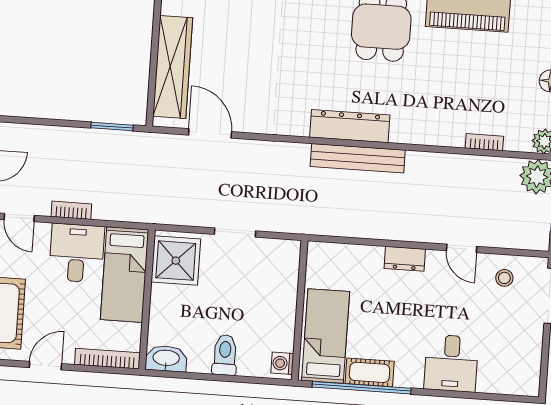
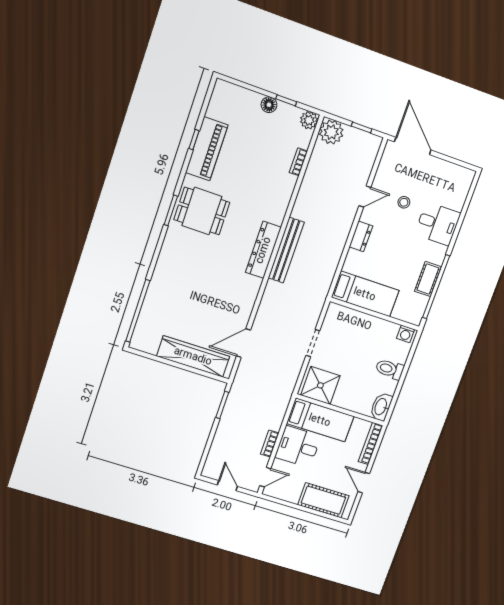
stool: (504, 278) -> (404, 202), moved
bed: (326, 336) -> (365, 294), moved, turned 180

